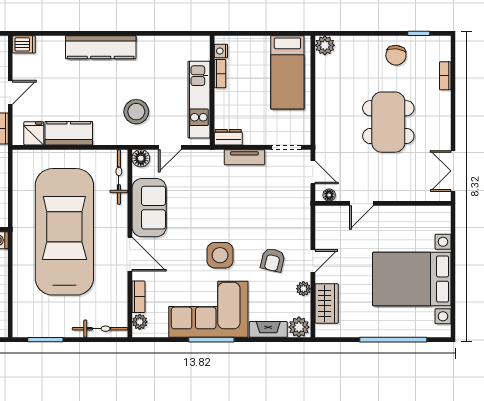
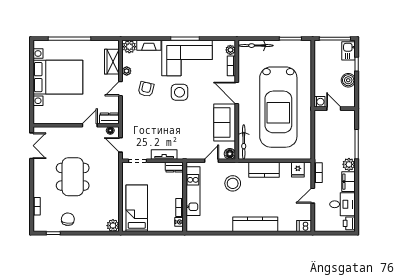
kitchen counter: (69, 133) -> (264, 170), moved
dresser: (331, 214) -> (109, 118), added

